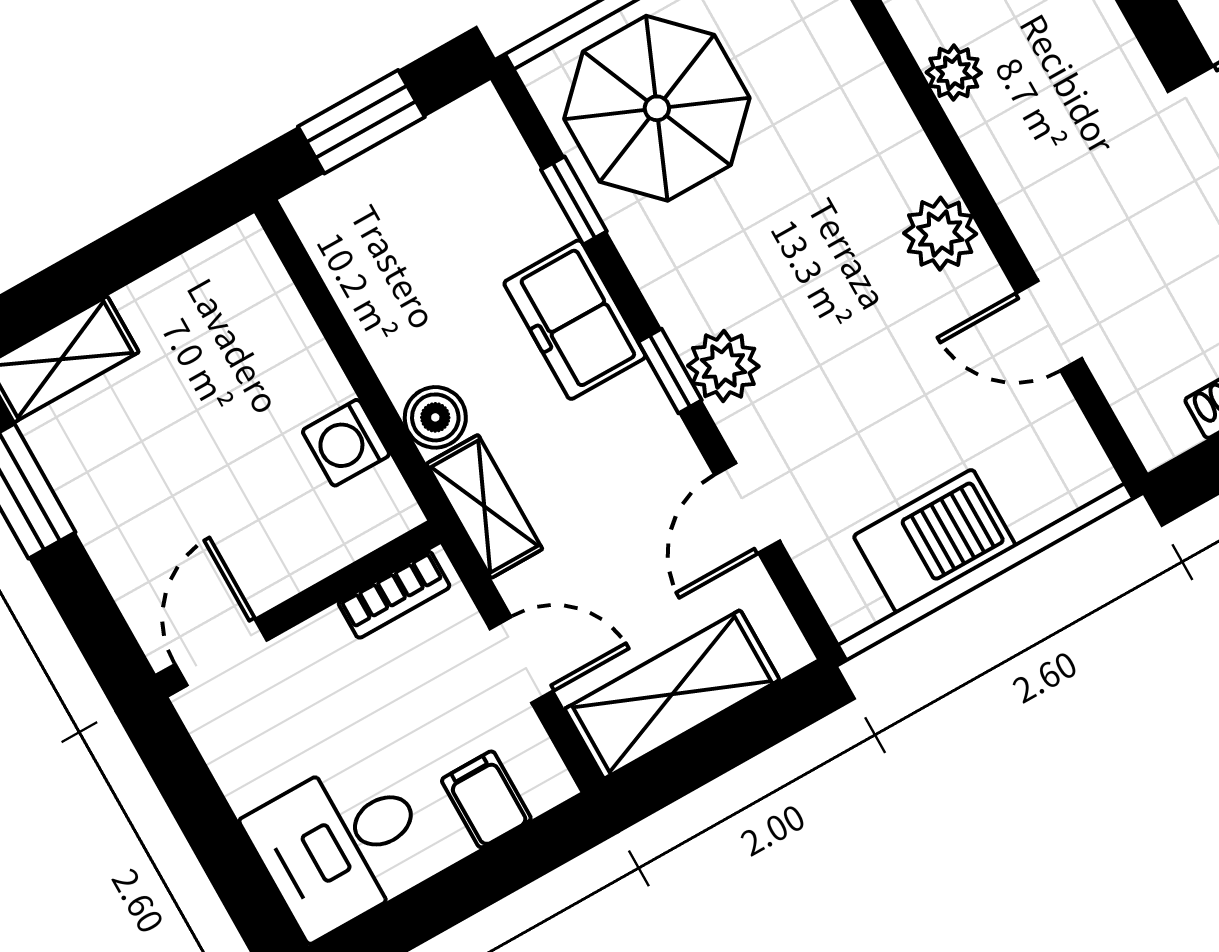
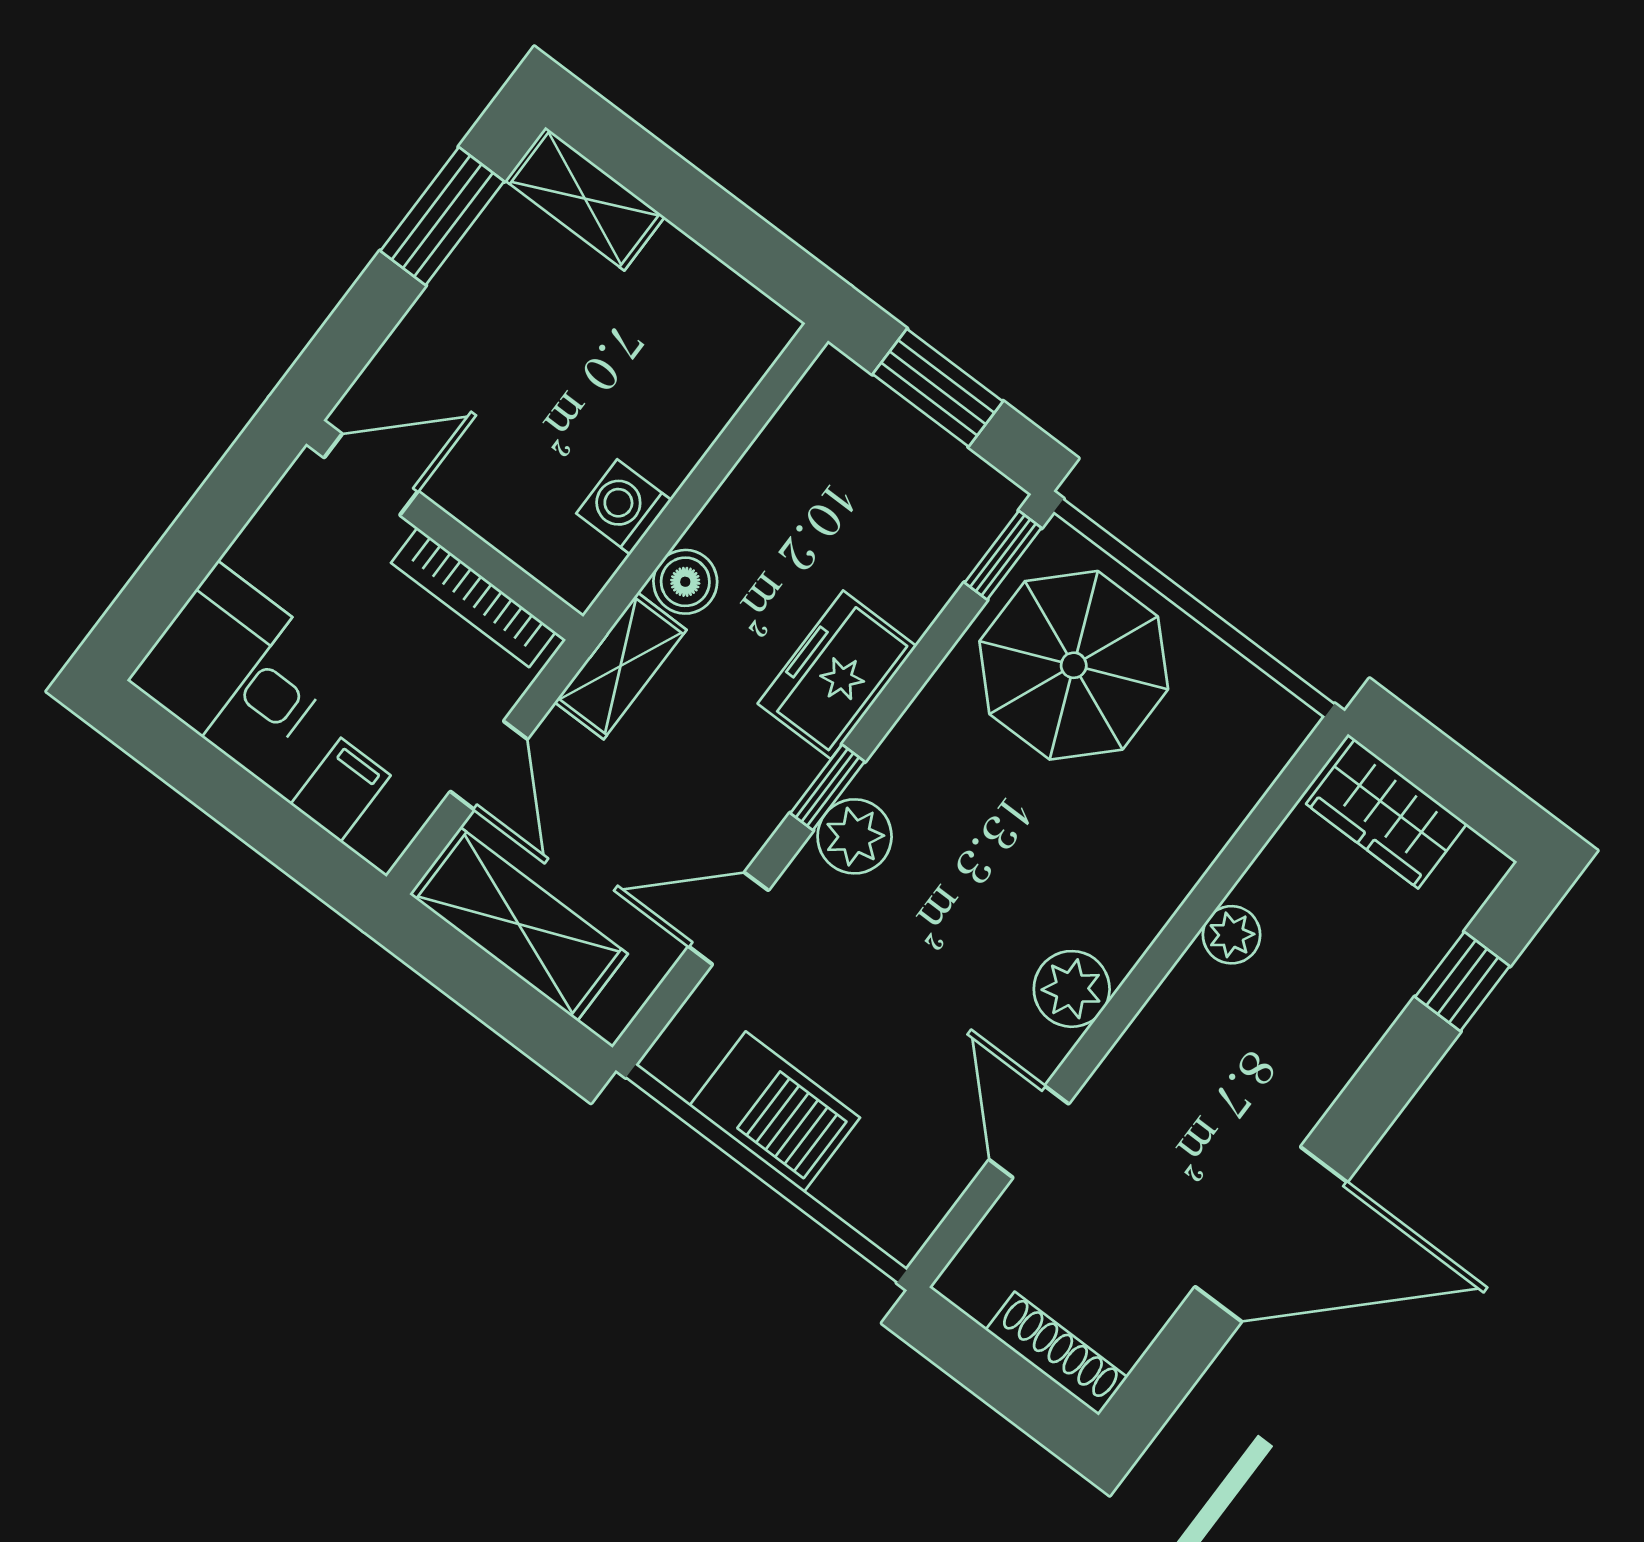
window: (574, 201) -> (1003, 555), moved
bookcase: (394, 595) -> (473, 597), width x1.56

